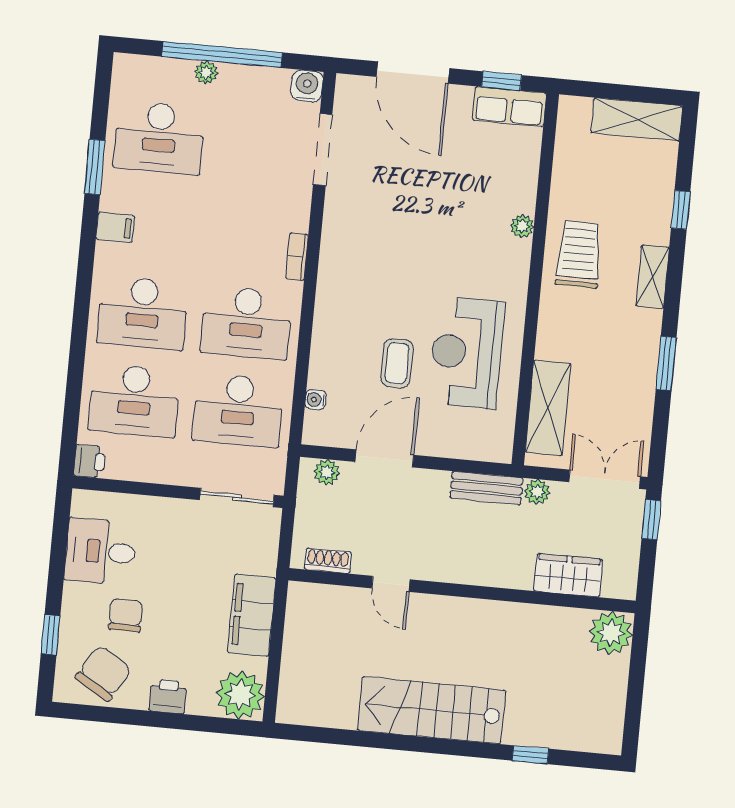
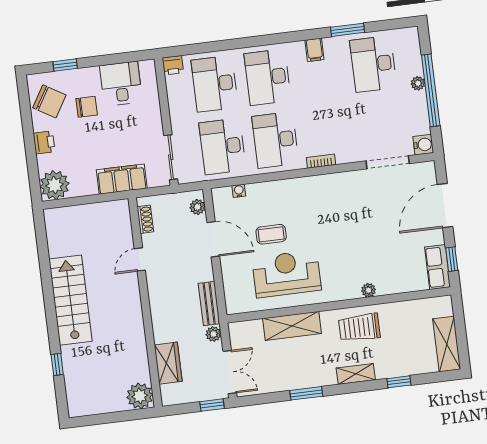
trolley: (579, 254) -> (359, 328), turned 180
shelving: (548, 408) -> (292, 326), moved
filing cabinet: (252, 615) -> (122, 179), moved

